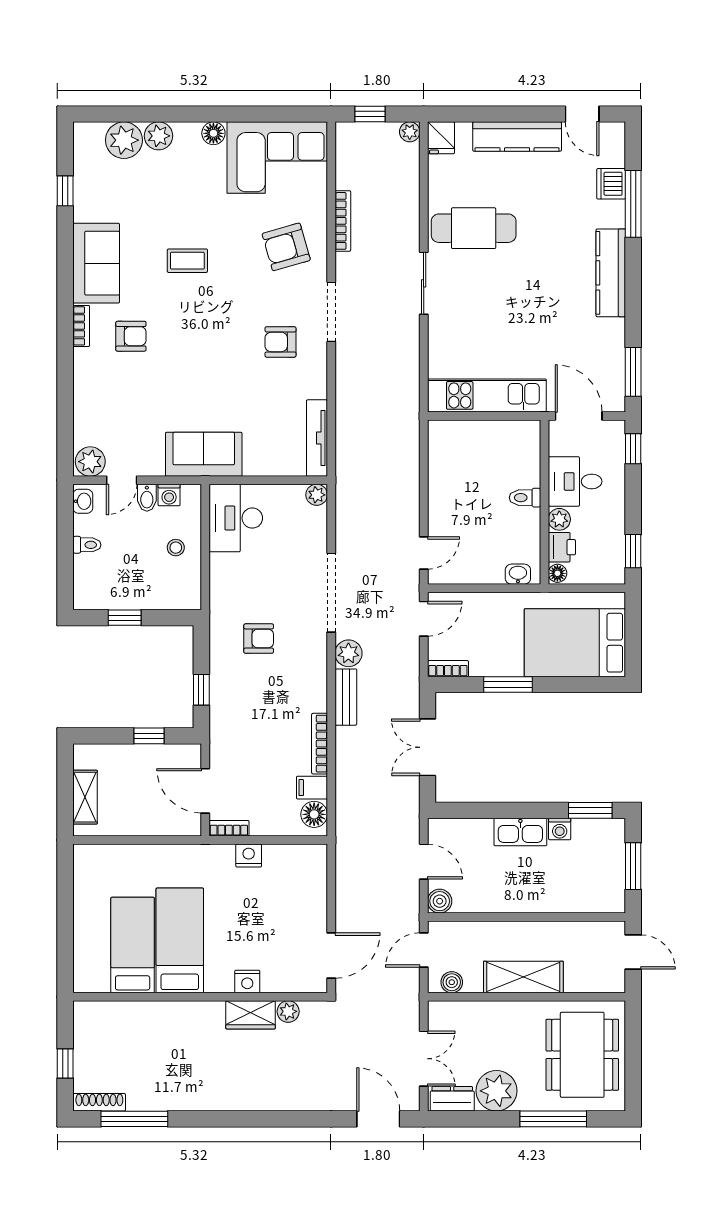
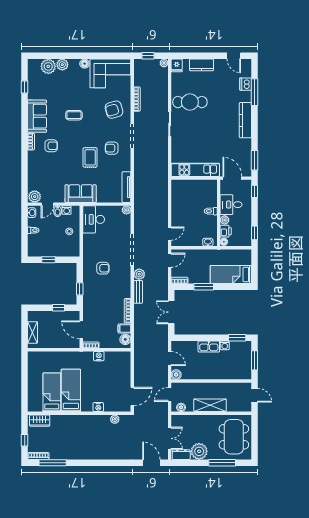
kitchen counter: (517, 136) -> (202, 65), width x0.67
rug: (227, 365) -> (90, 157), added
bed: (575, 643) -> (231, 274), width x0.67
wardrobe: (251, 1015) -> (40, 421), moved

